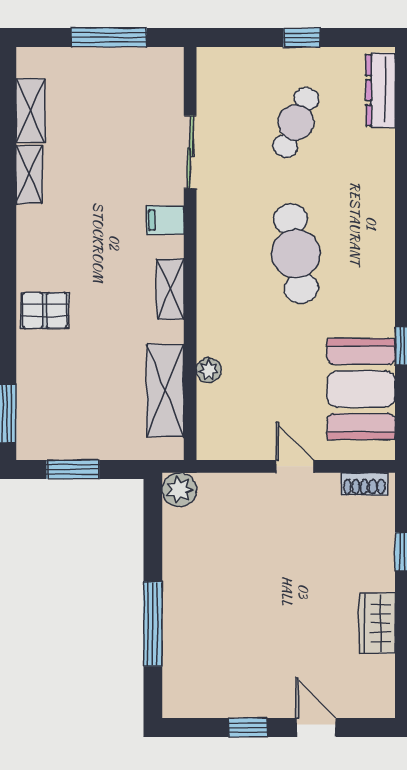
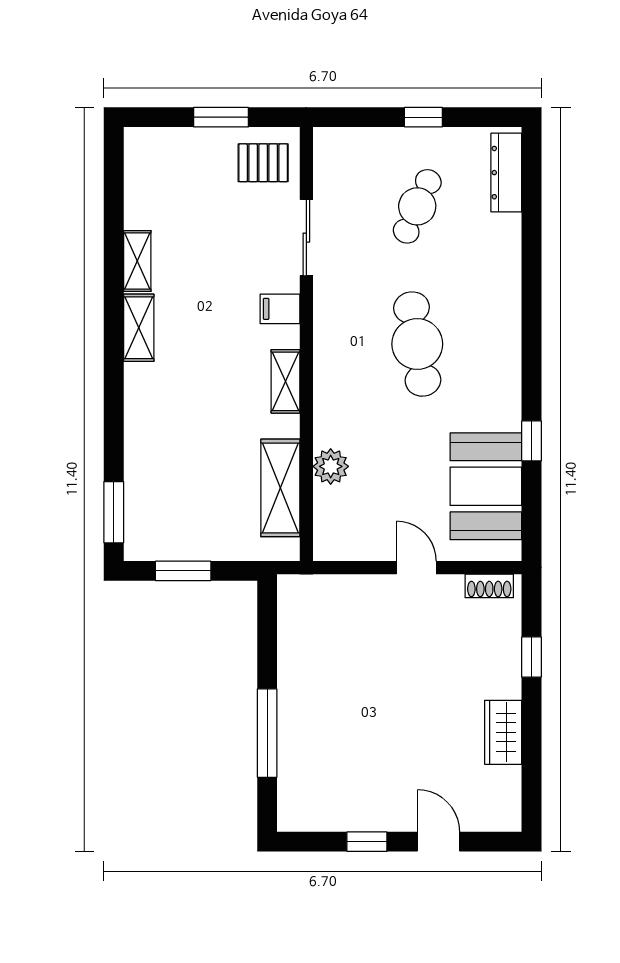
window: (109, 38) -> (221, 117), width x0.69
shelving: (31, 111) -> (139, 328), moved
pallet: (45, 310) -> (263, 163), moved
plant: (209, 370) -> (331, 466), width x1.38, depth x1.38
plant: (179, 490) -> (295, 592), removed

